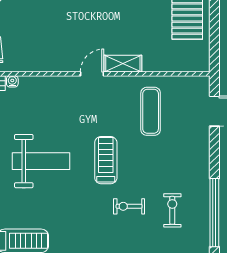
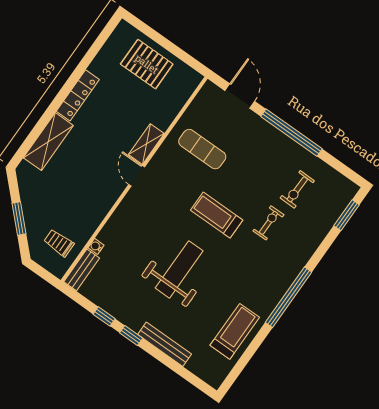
exercise bike: (129, 206) -> (269, 223), turned 180
exercise bike: (172, 210) -> (297, 189), turned -89
window: (214, 213) -> (291, 133), moved

